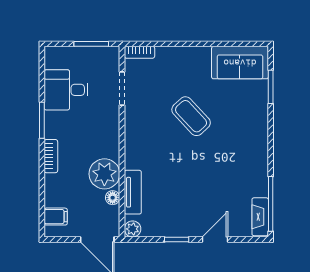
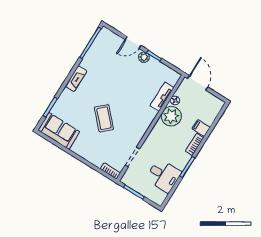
filing cabinet: (56, 217) -> (201, 128), moved
fireplace: (260, 217) -> (76, 79), moved
plant: (133, 229) -> (144, 57), moved

